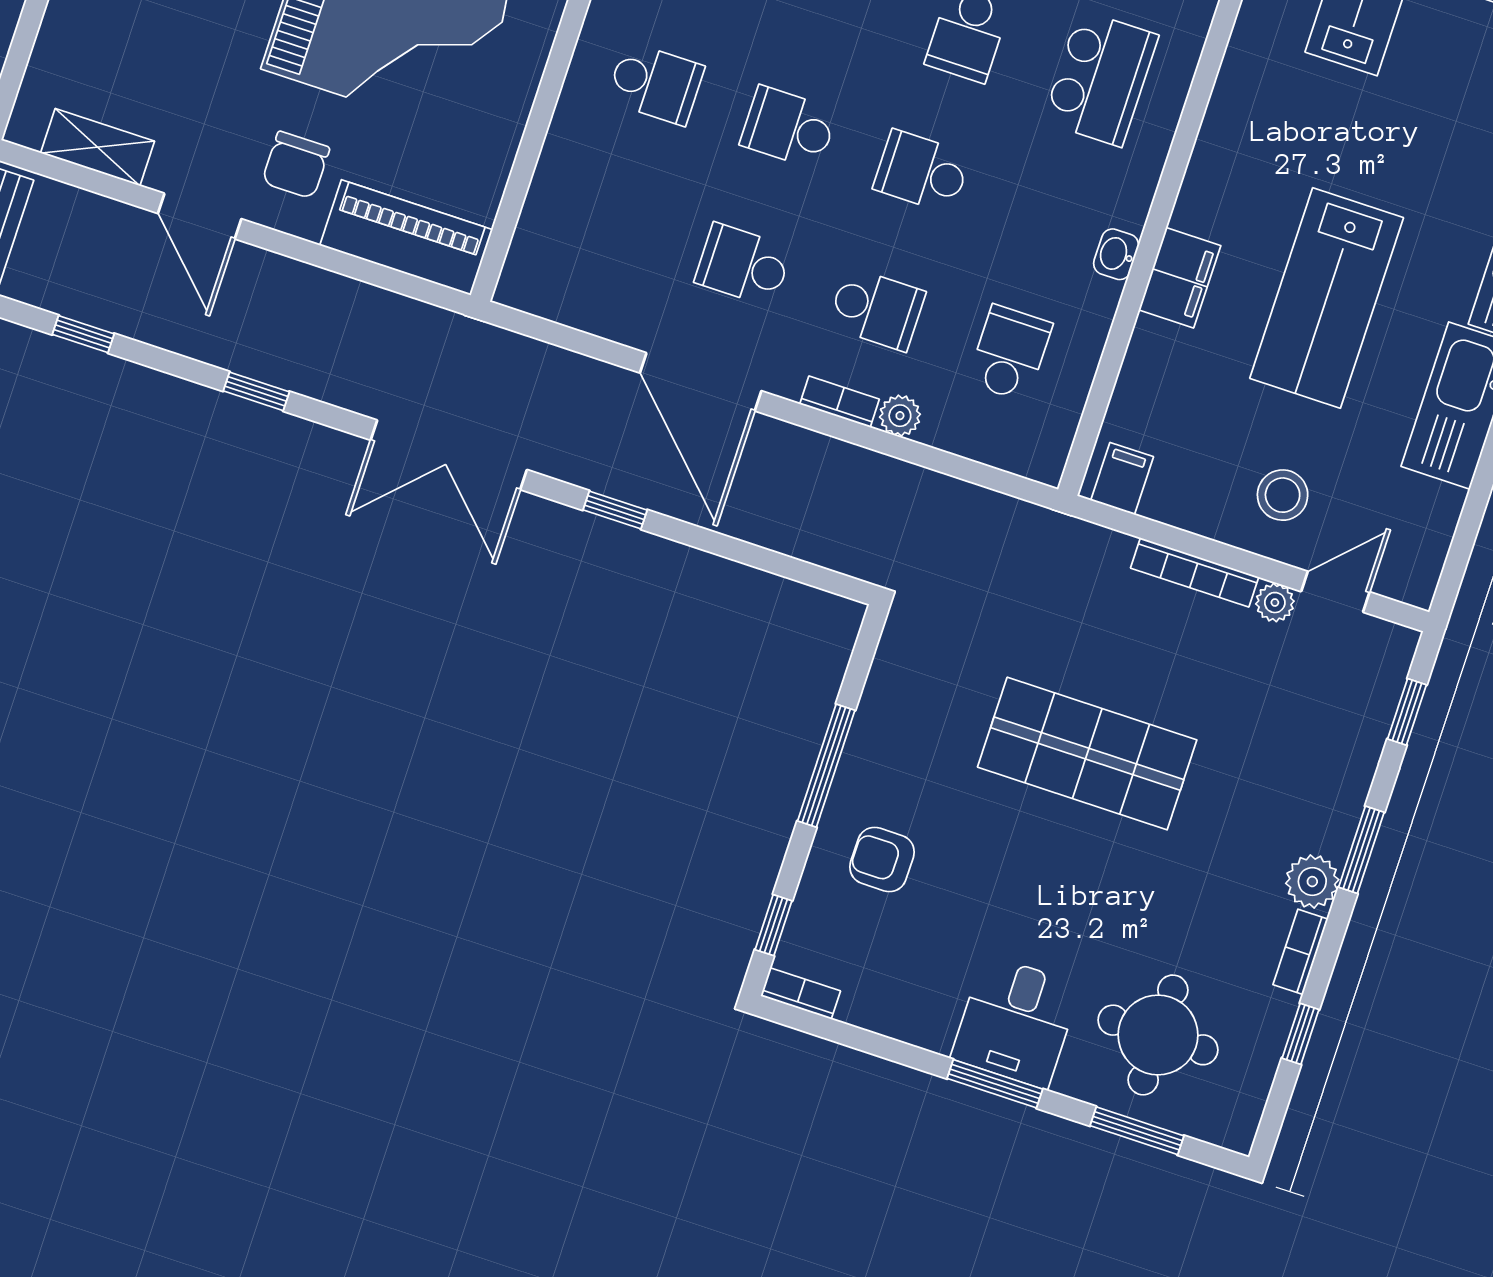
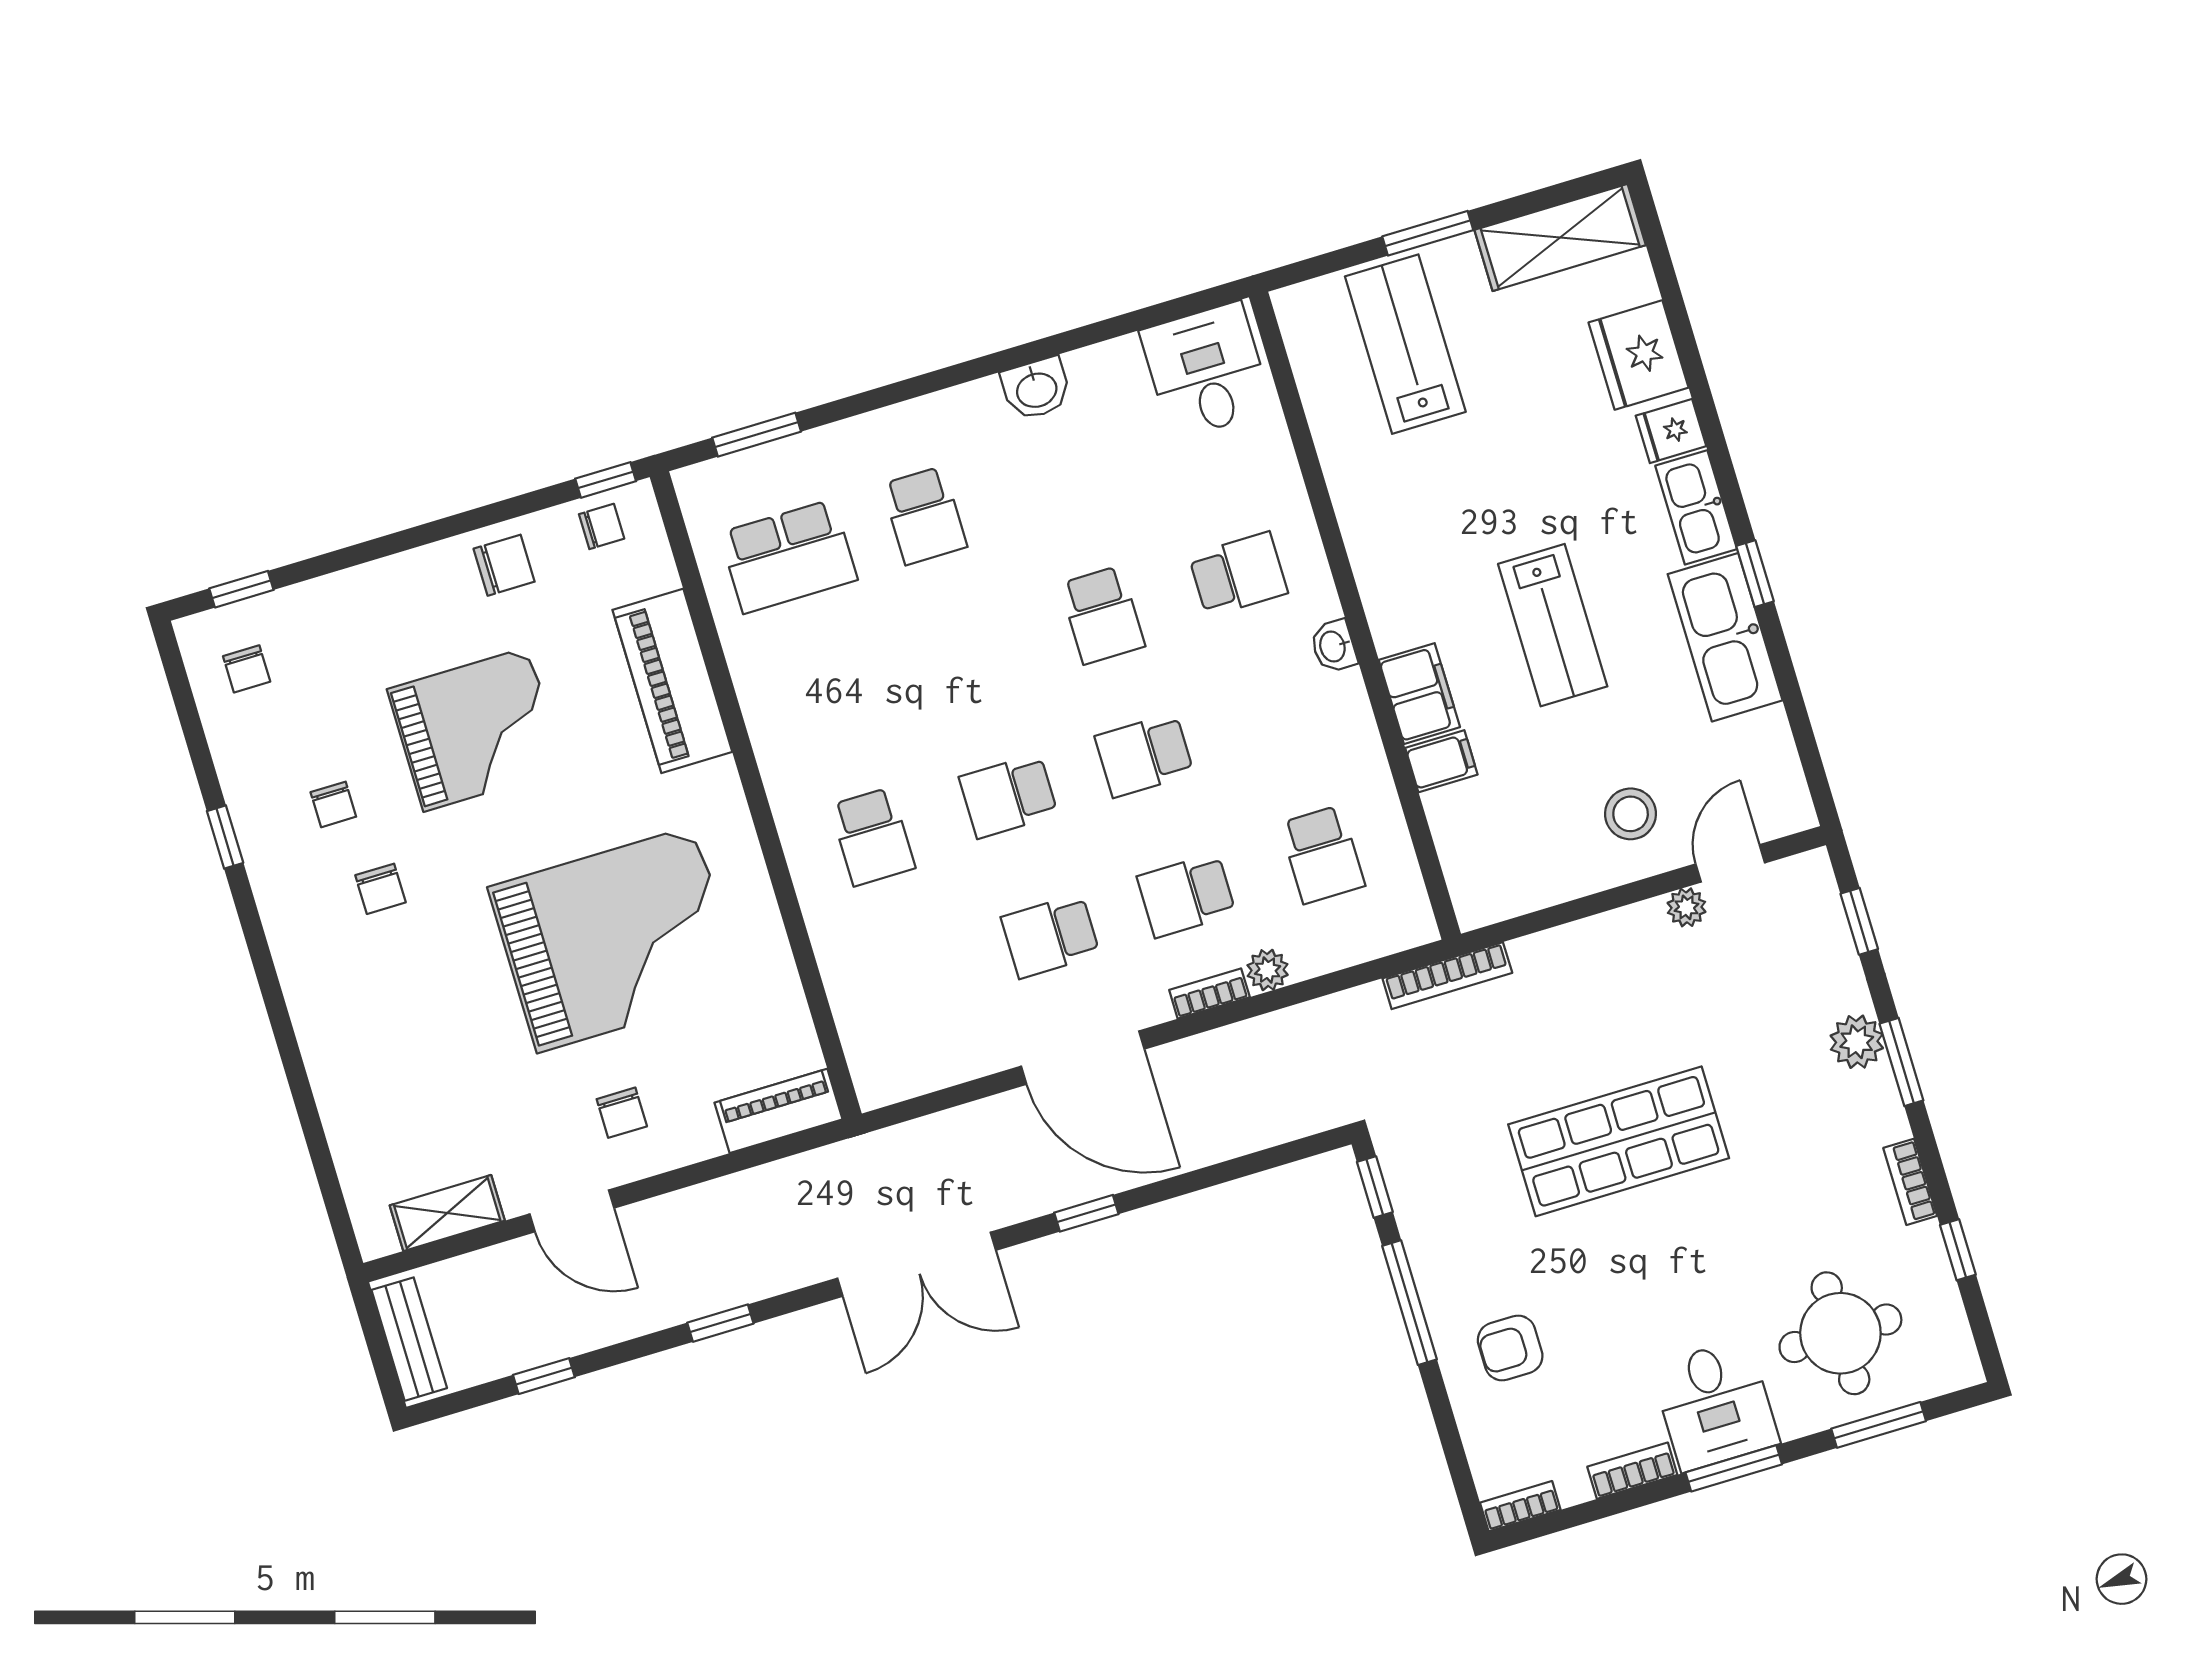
school desk: (1101, 78) -> (1238, 574), width x0.54
school desk: (655, 83) -> (872, 837), turned 90
chair: (296, 165) -> (622, 1113), width x0.73, depth x0.73
piano: (406, 238) -> (778, 1111), width x0.73, depth x0.75
washbasin: (1116, 254) -> (1334, 646), moved
lab bench: (1327, 298) -> (1553, 625), width x0.73, depth x0.72
school desk: (877, 309) -> (1186, 895), turned 180
school desk: (1010, 353) -> (1322, 854), turned 180
filing cabinet: (1122, 479) -> (1441, 761), moved, turned 90
bookcase: (1195, 572) -> (1447, 976), moved
plant: (1312, 882) -> (1857, 1042), moved
window: (773, 925) -> (1375, 1187), moved
bookcase: (911, 1028) -> (1632, 1471), added

